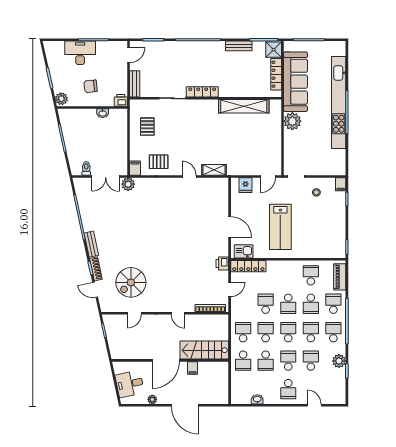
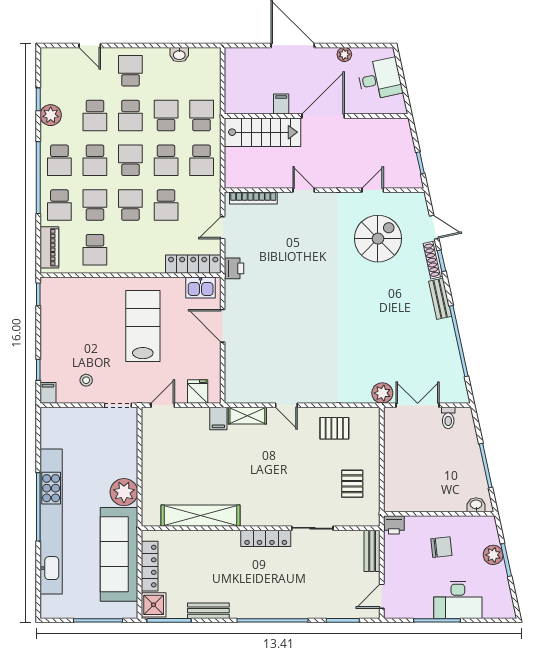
plant: (61, 99) -> (493, 555), moved
washbasin: (103, 113) -> (476, 505), moved
filing cabinet: (135, 168) -> (218, 418), moved
school desk: (288, 332) -> (130, 160), turned 180

